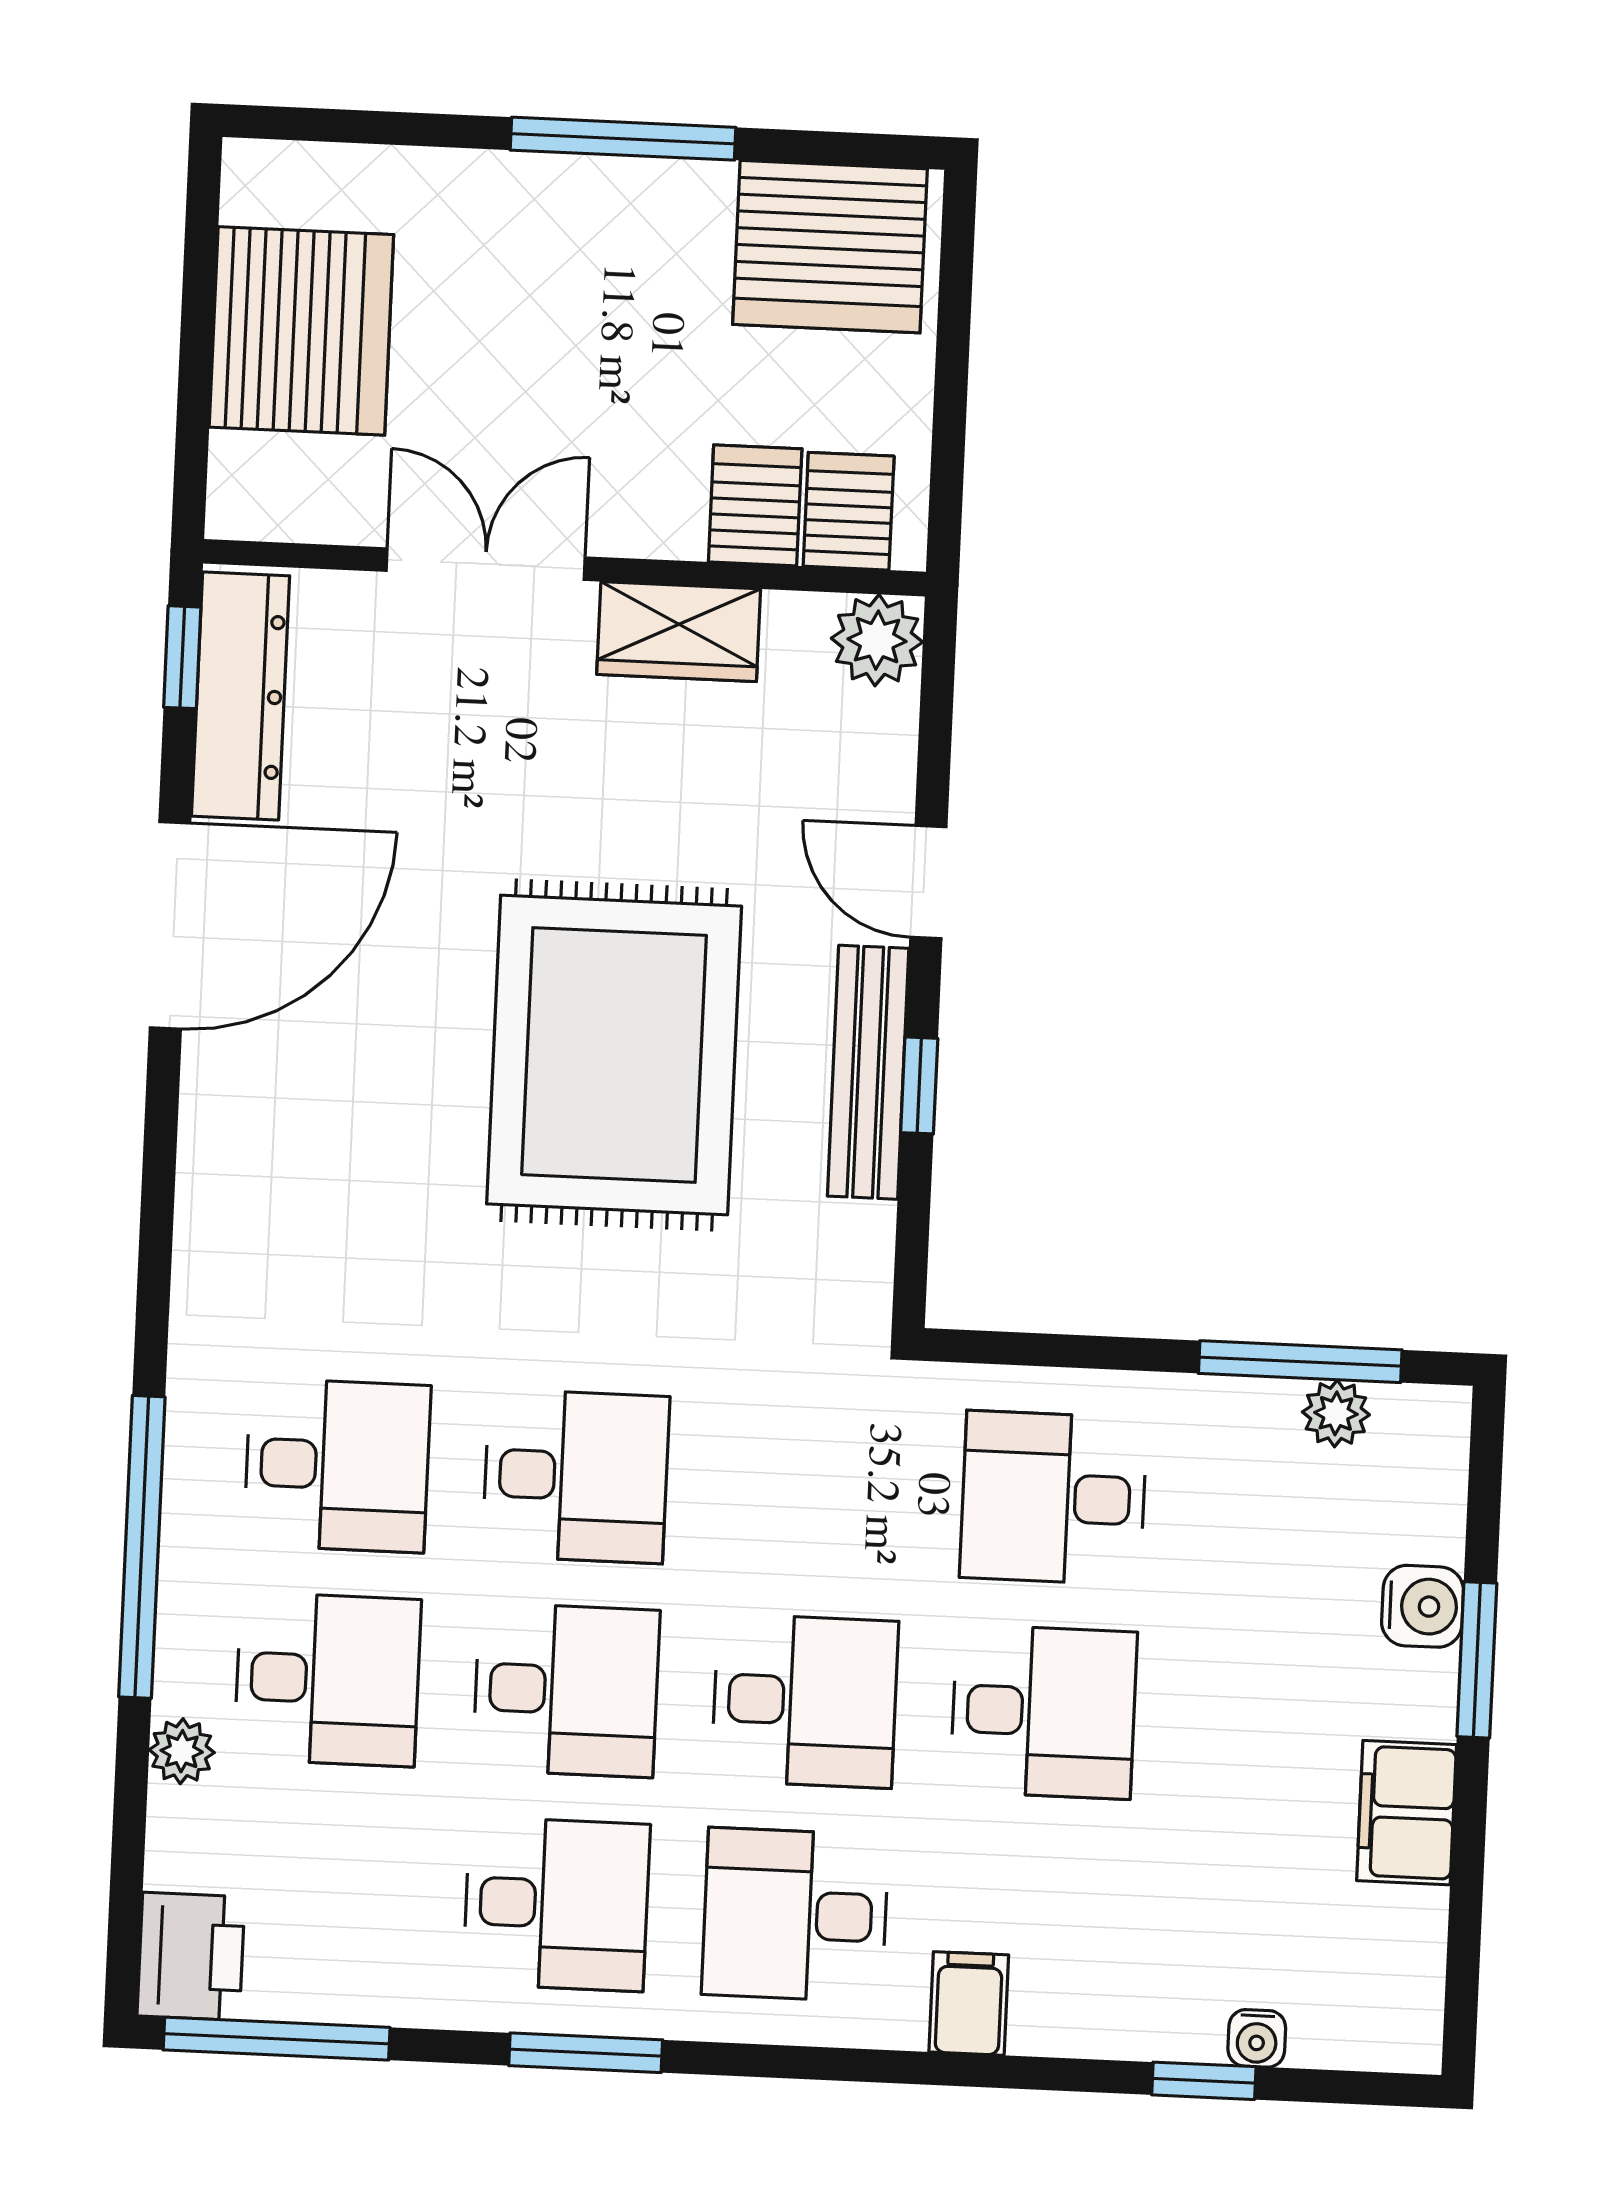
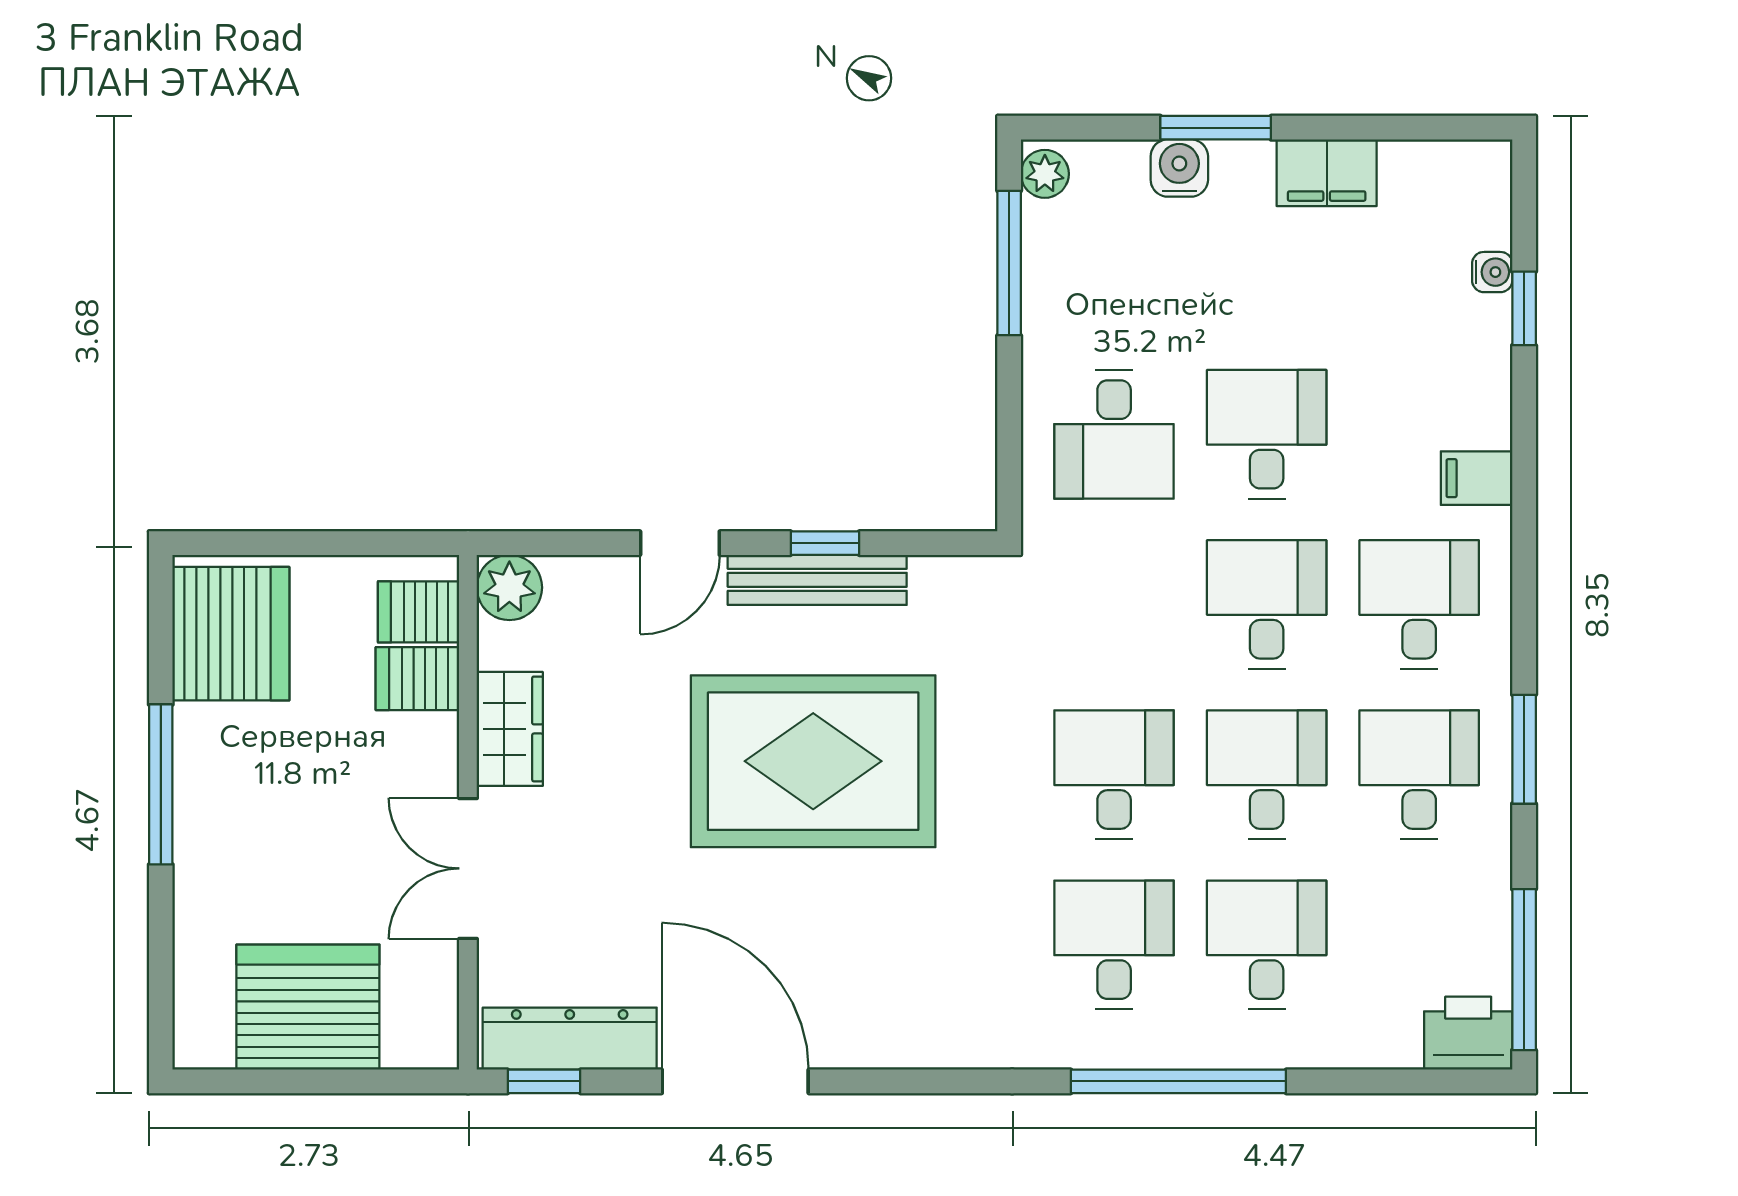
plant: (1336, 1413) -> (1045, 174), moved
plant: (182, 1751) -> (1323, 1046), removed
desk: (795, 1915) -> (1419, 605), turned 180

